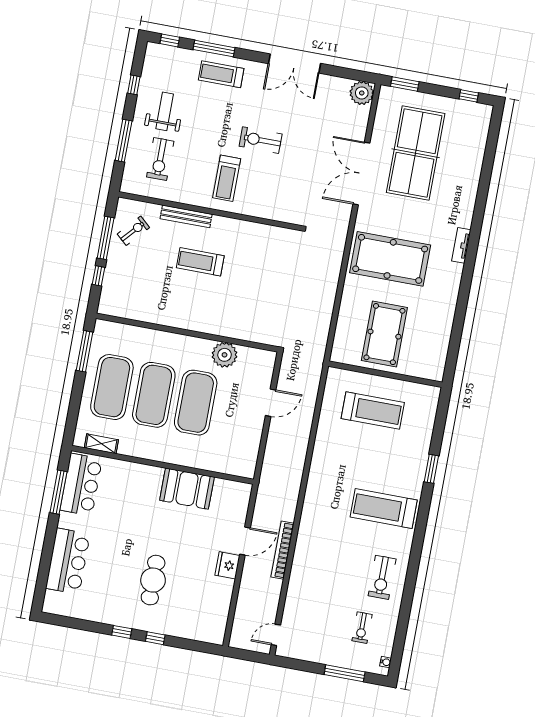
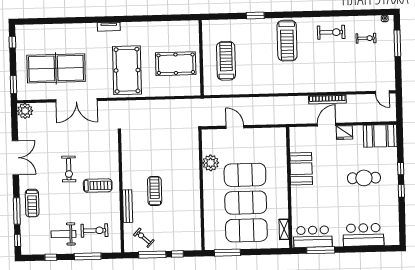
treadmill: (200, 262) -> (155, 191), turned 180
door: (245, 541) -> (327, 125), hinge flipped
booth: (211, 618) -> (380, 136), added

